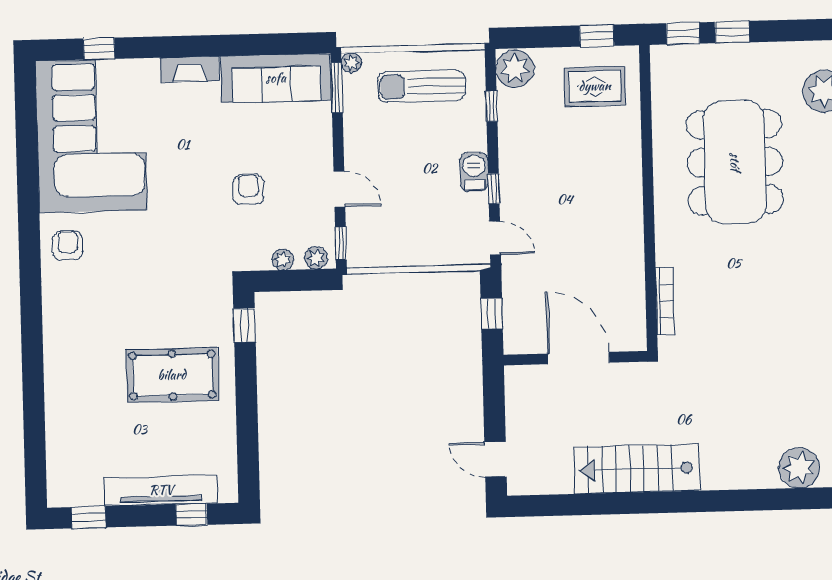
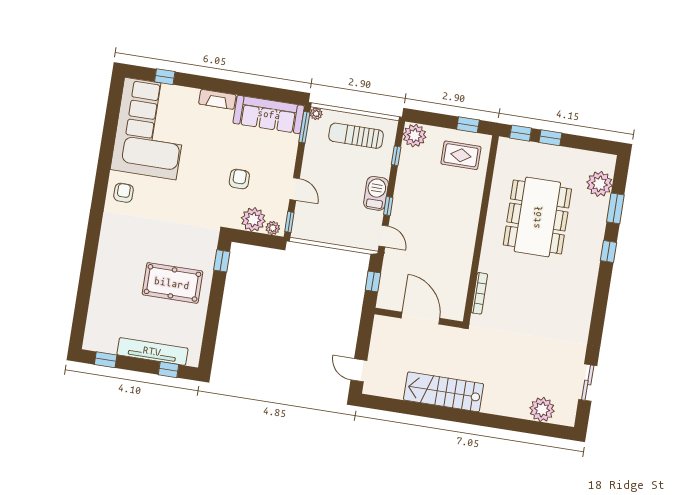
barbecue: (474, 172) -> (376, 193), width x1.38, depth x1.27
plant: (283, 259) -> (253, 220), width x1.88, depth x1.88

